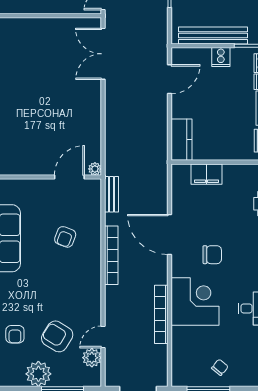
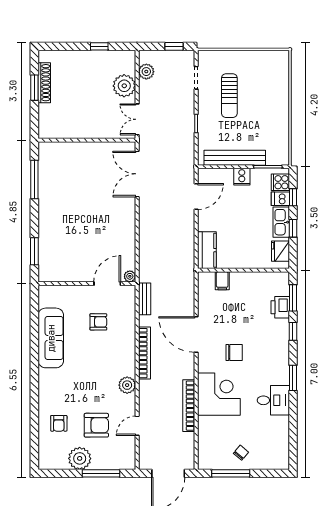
filing cabinet: (207, 174) -> (222, 281), width x0.50
armchair: (65, 237) -> (98, 322), moved, turned -111
armchair: (57, 336) -> (96, 425), turned 148
plant: (92, 358) -> (127, 385), moved

